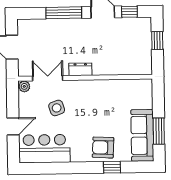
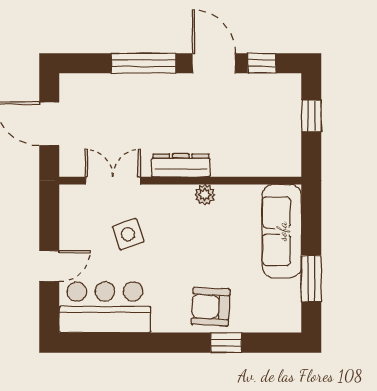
dresser: (80, 69) -> (181, 165), width x1.44
plant: (24, 86) -> (205, 195), moved
sofa: (142, 135) -> (282, 231), moved

